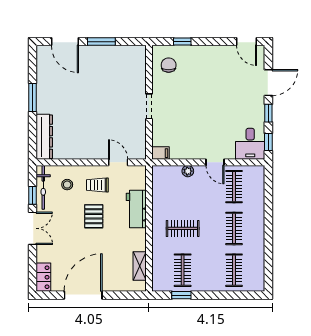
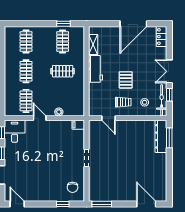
window: (101, 42) -> (102, 204), moved
window: (33, 98) -> (169, 138), moved
workbench: (136, 209) -> (96, 69), moved

